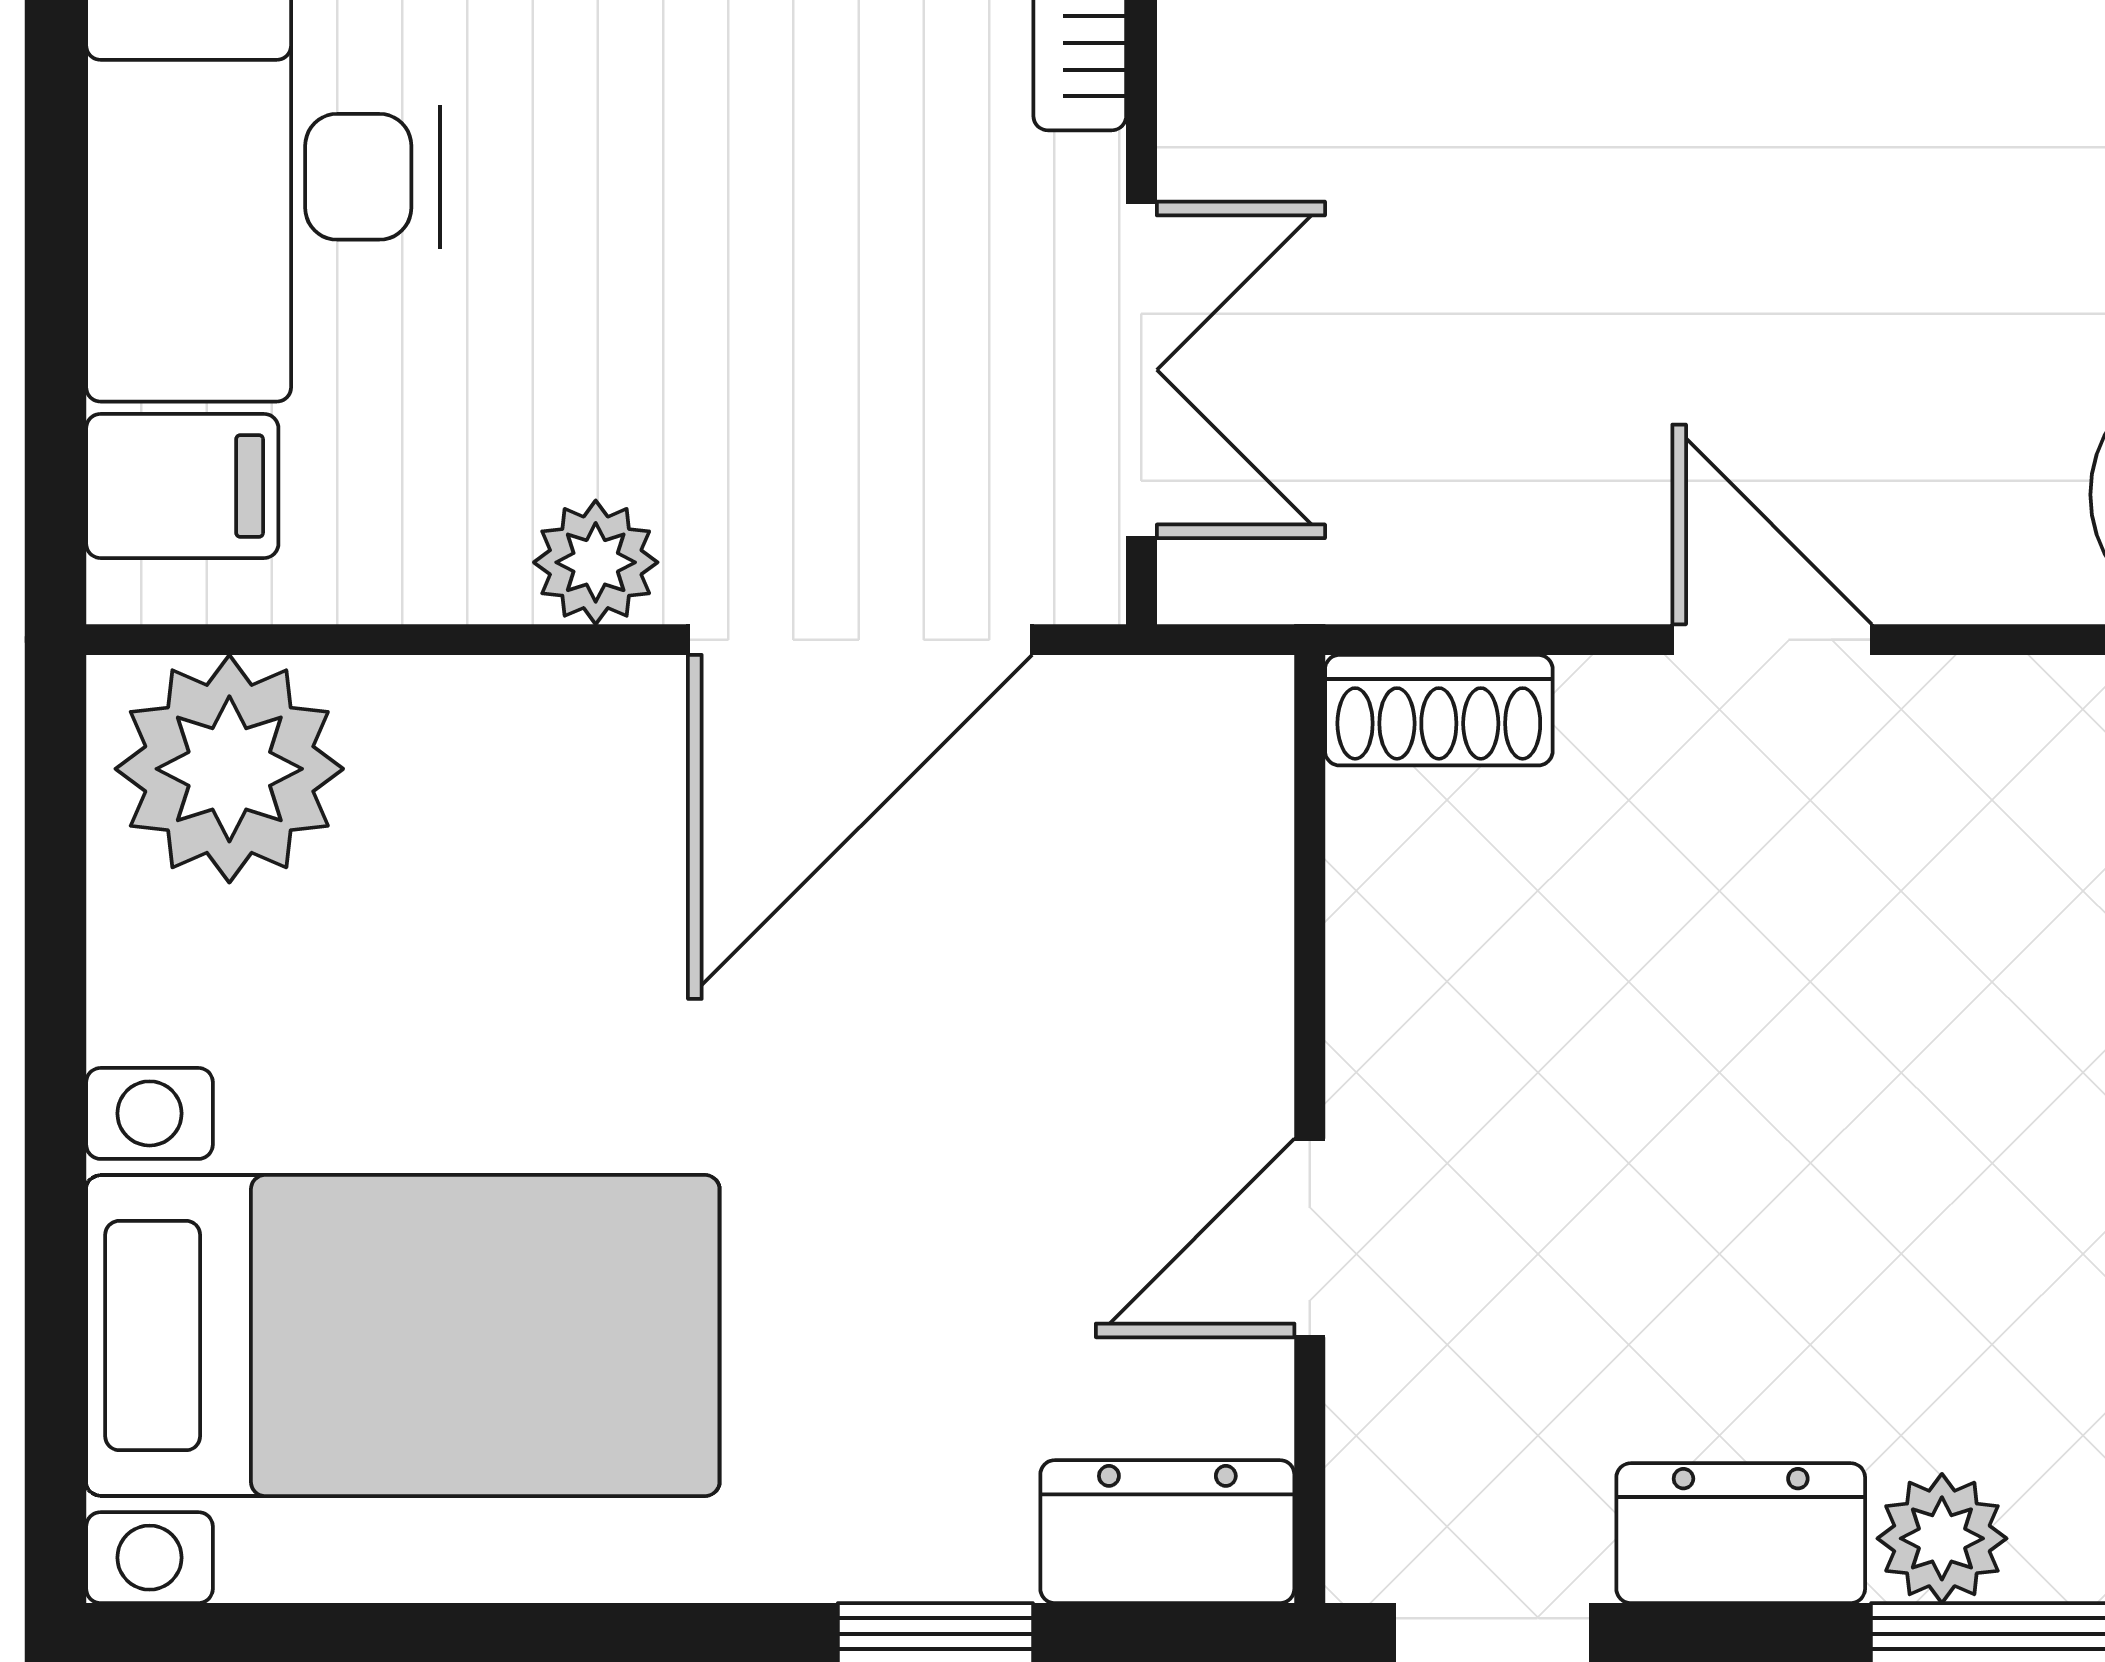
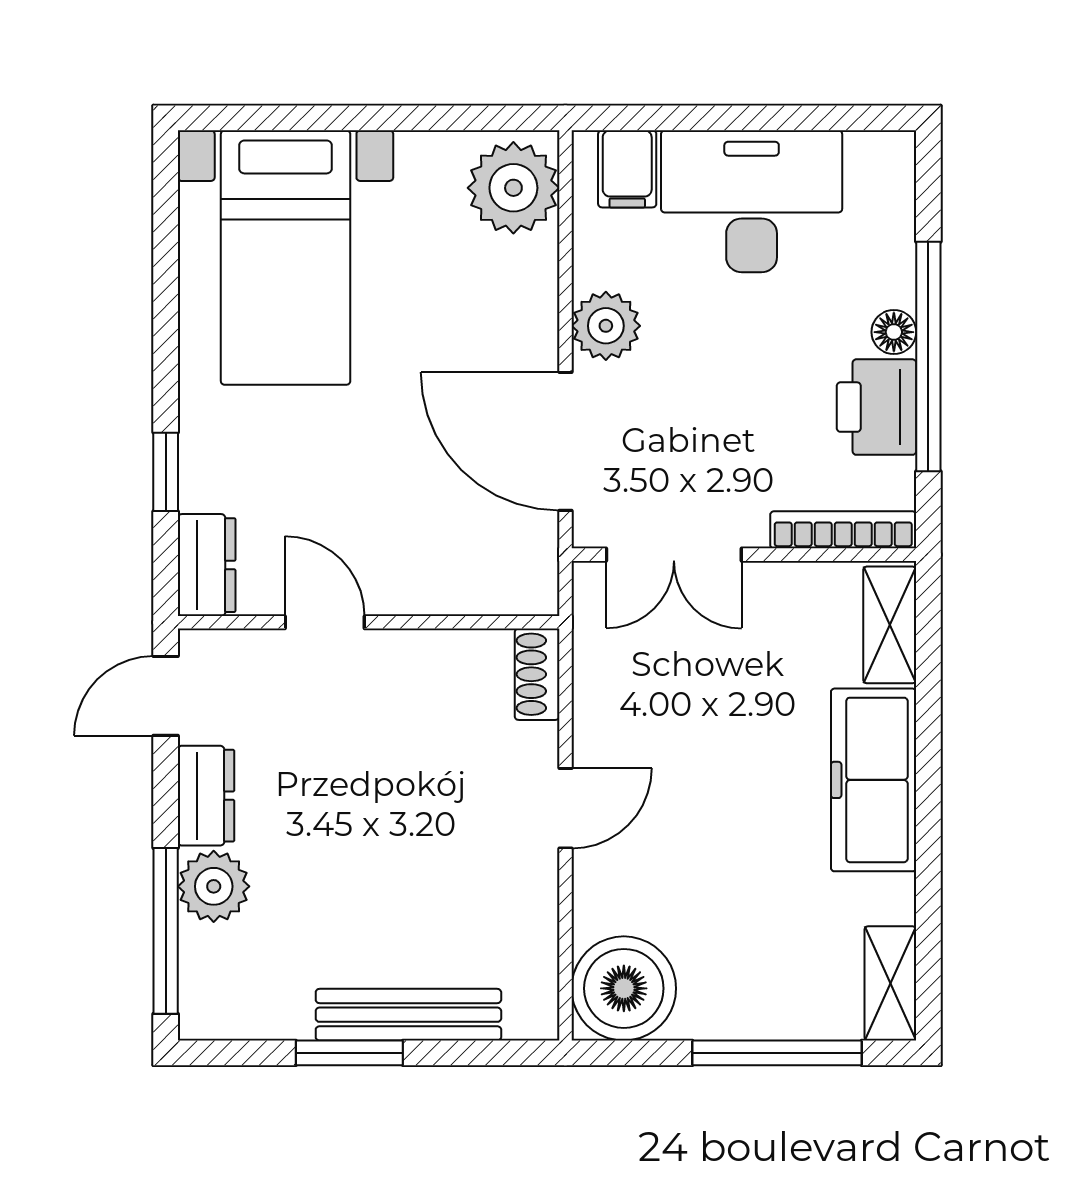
plant: (596, 562) -> (606, 326), width x1.38, depth x1.38
plant: (1942, 1538) -> (214, 886), width x1.38, depth x1.38

